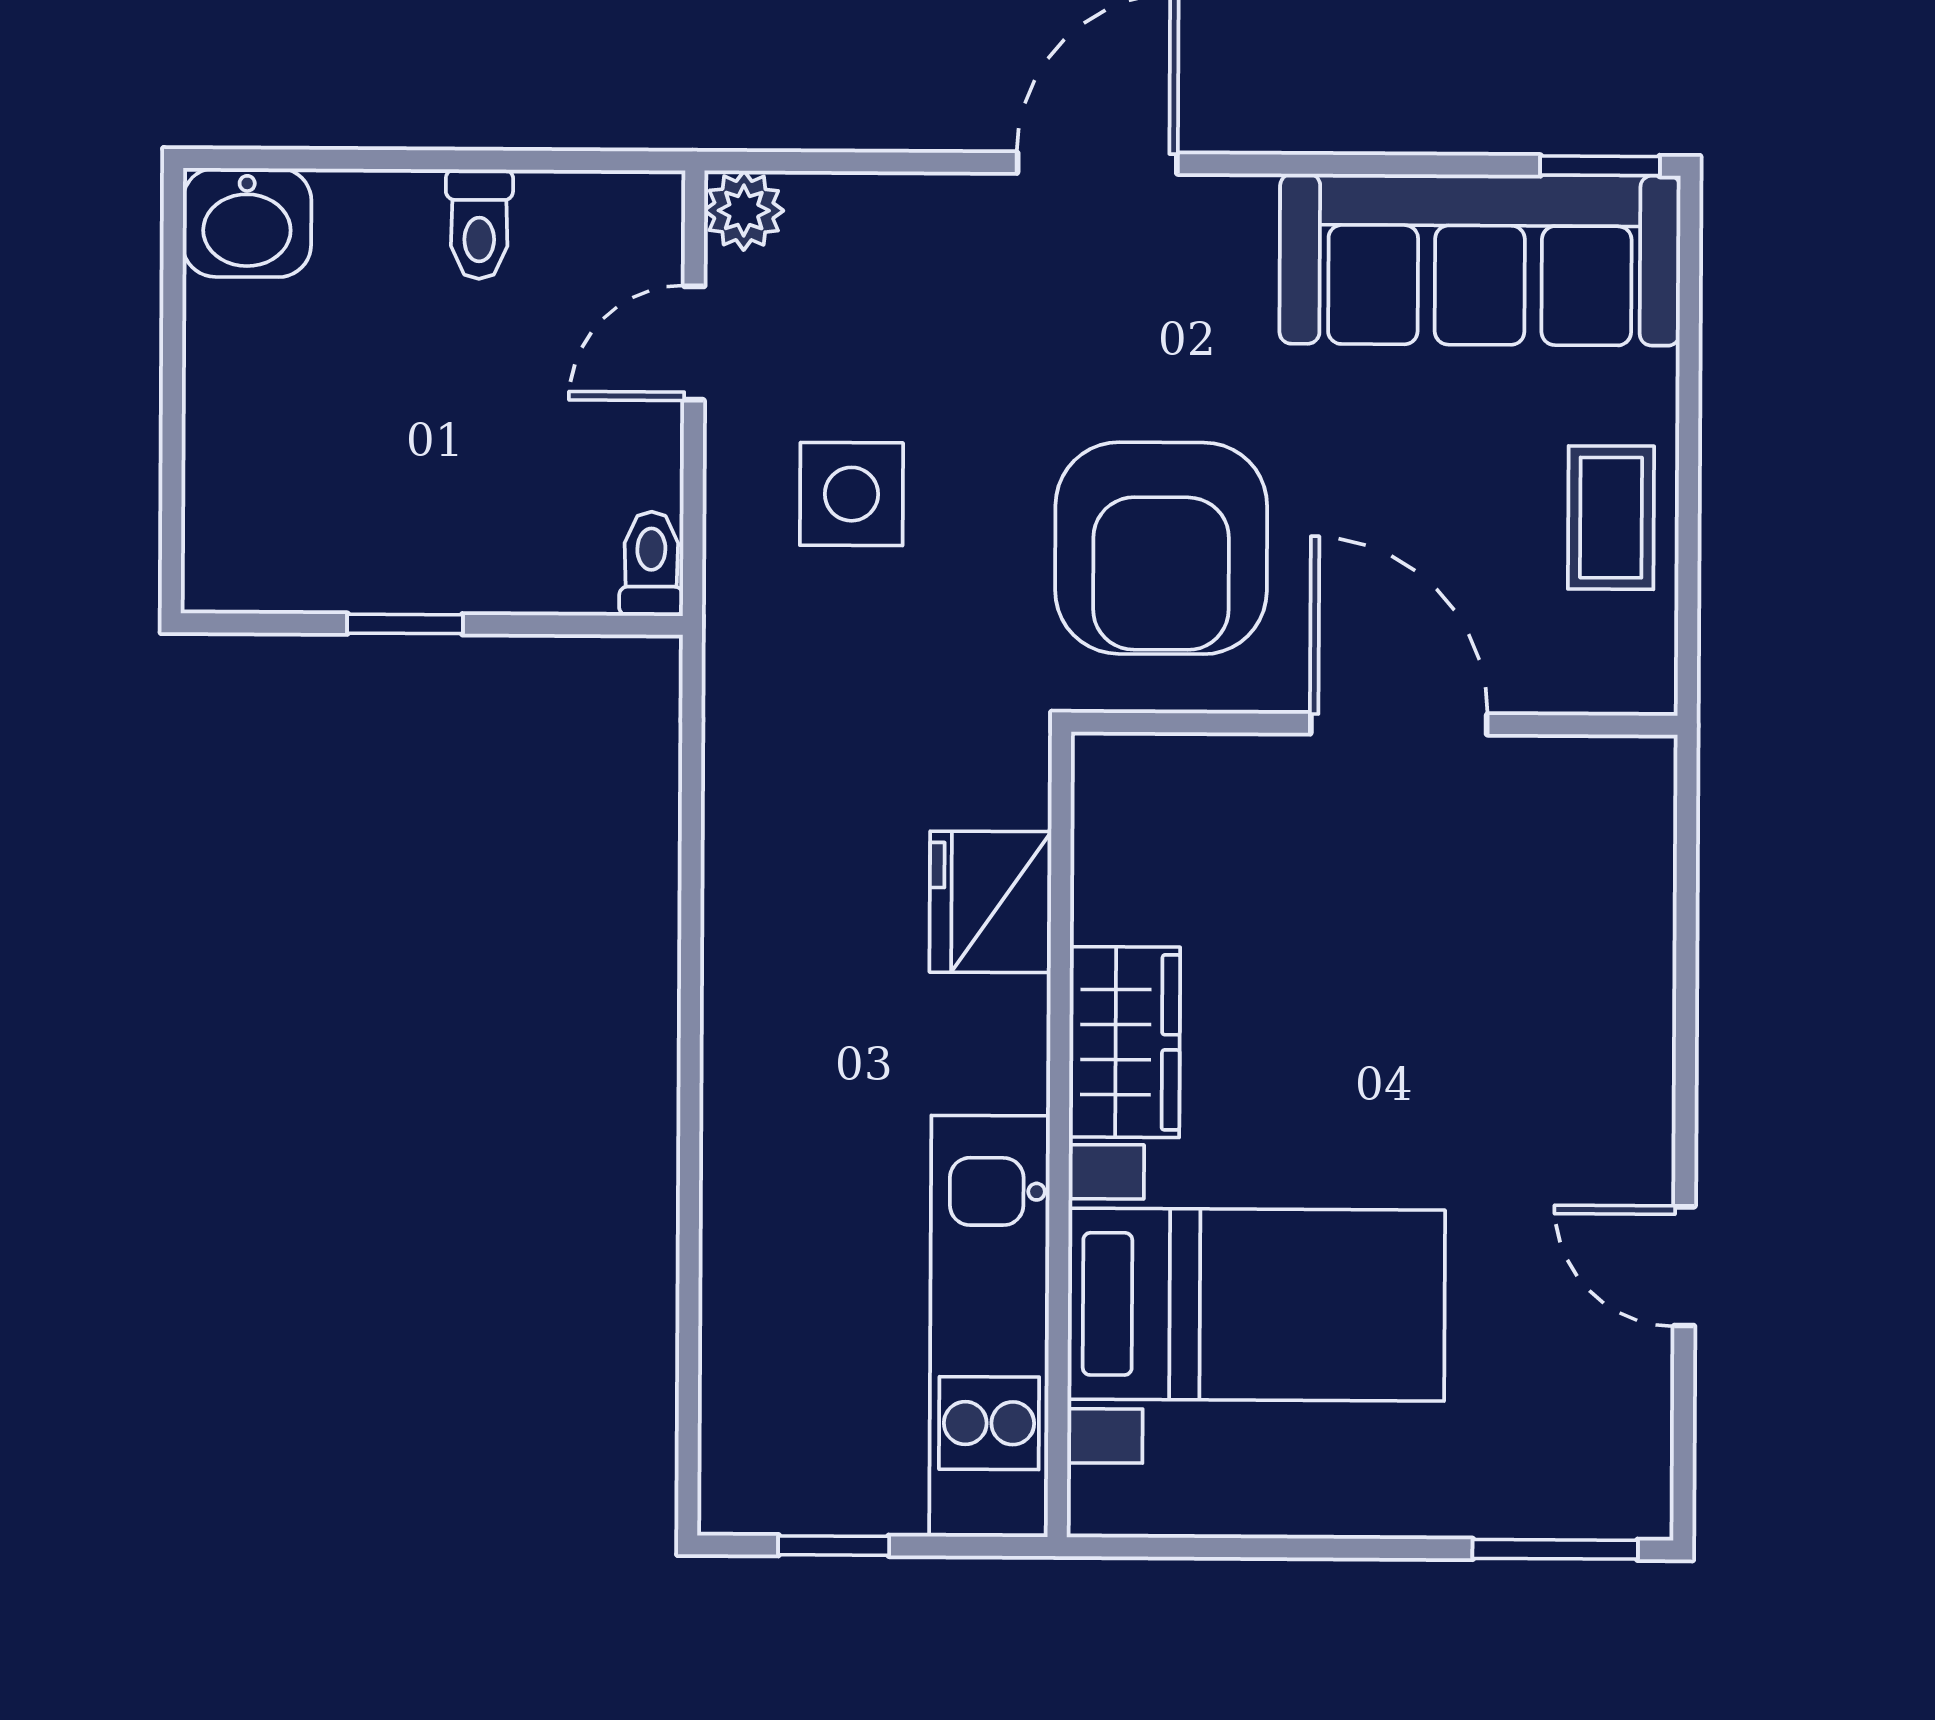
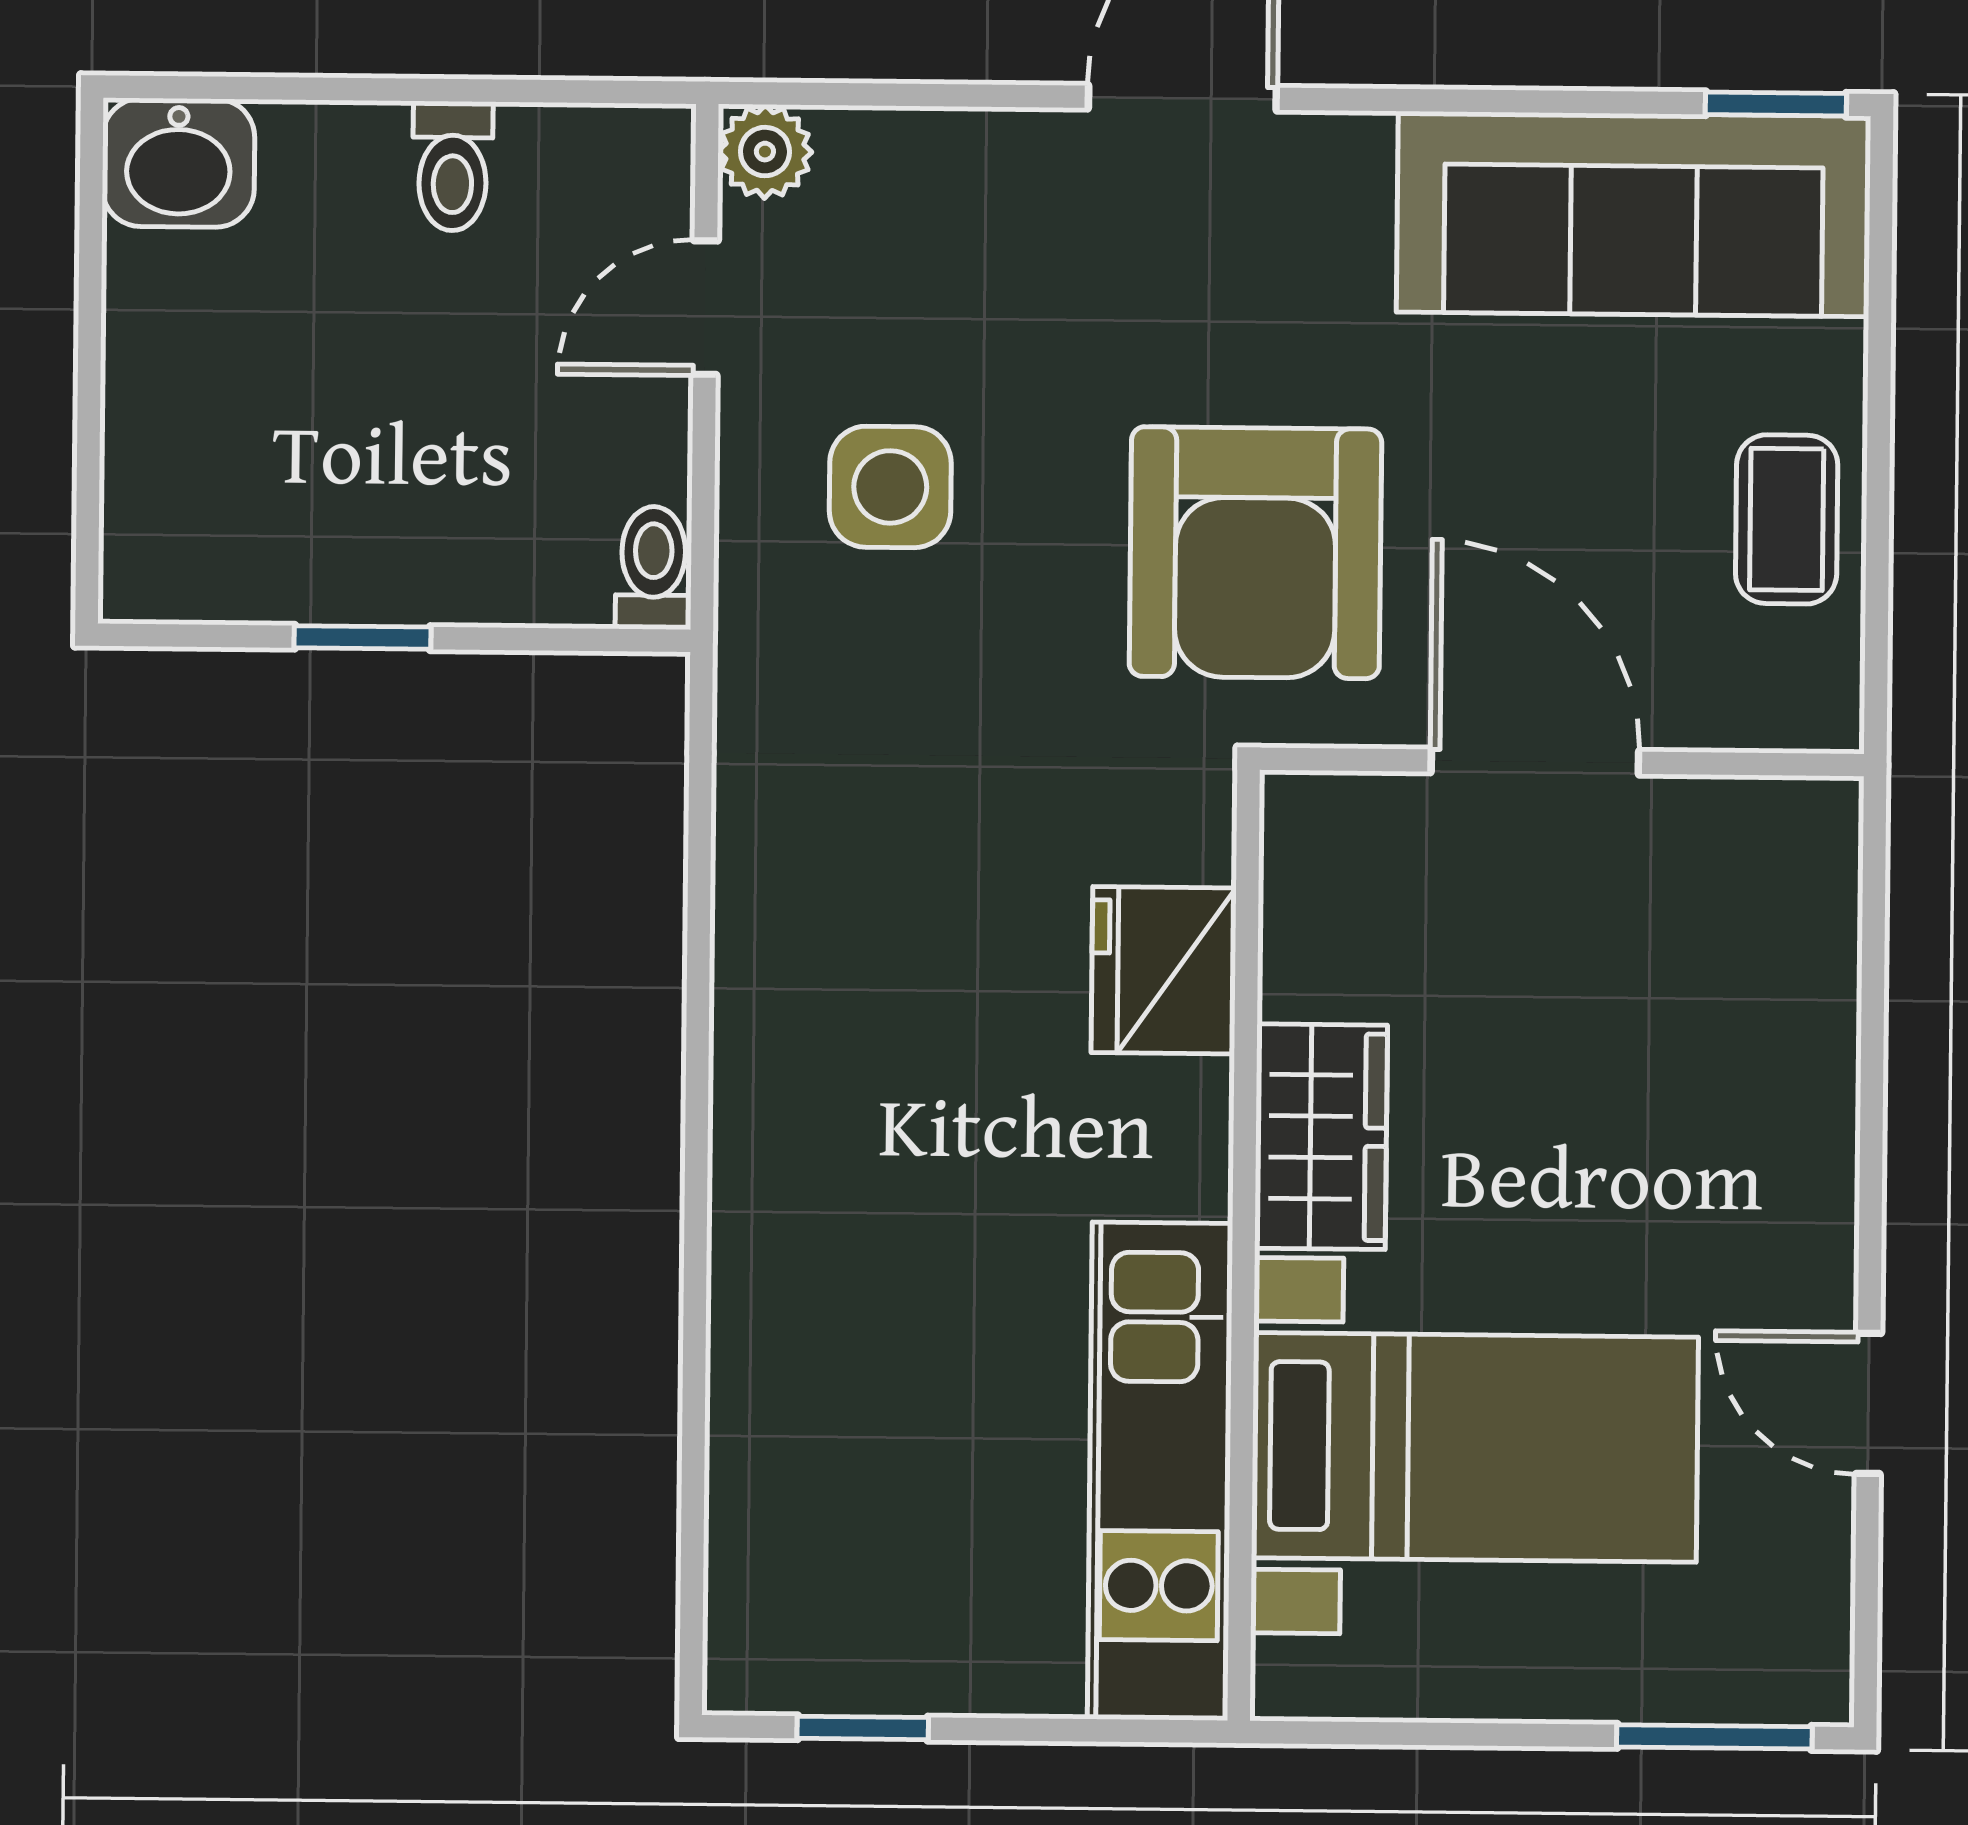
fridge: (990, 902) -> (1164, 970), moved
wardrobe: (1125, 1042) -> (1321, 1137), moved
wall: (1059, 1134) -> (1244, 1245), moved
bed with nightstands: (1256, 1305) -> (1475, 1447), moved
kitchen unit: (990, 1326) -> (1160, 1471), moved

